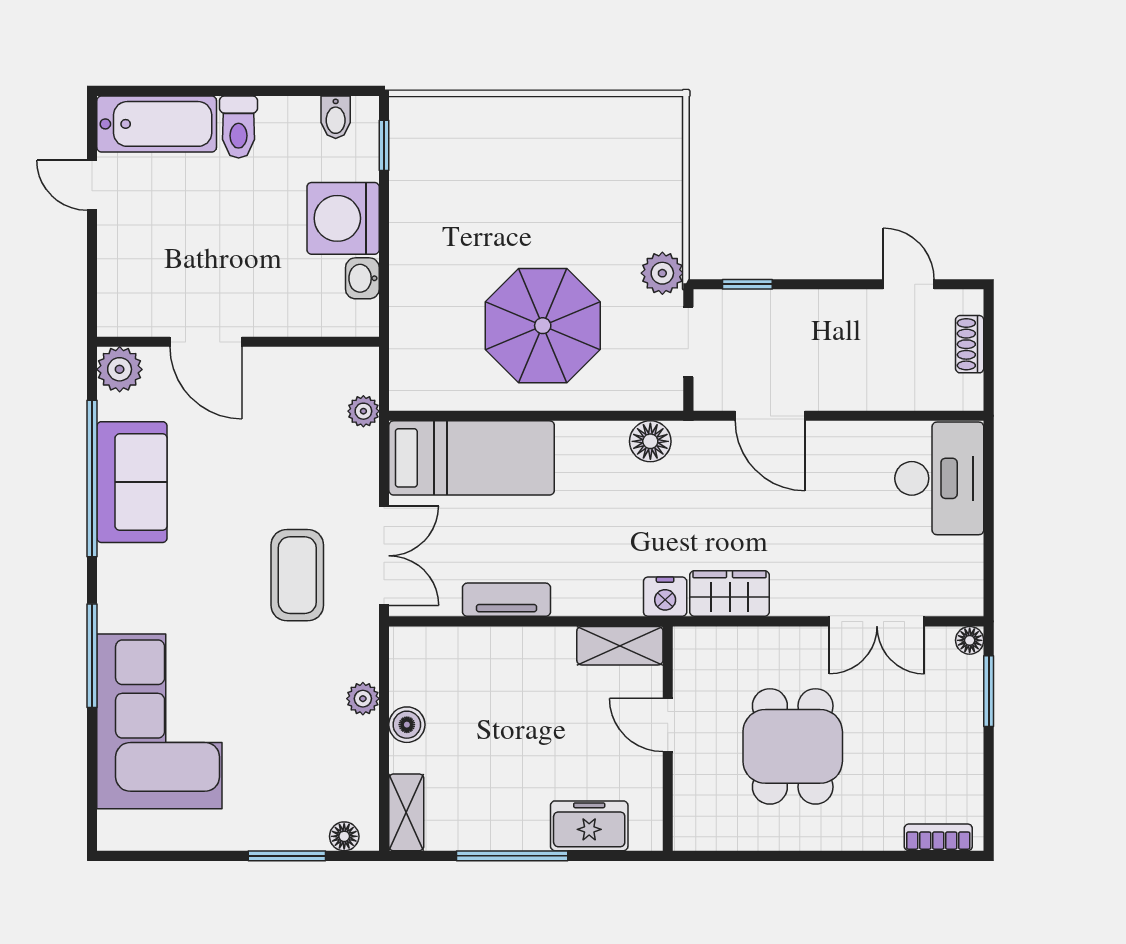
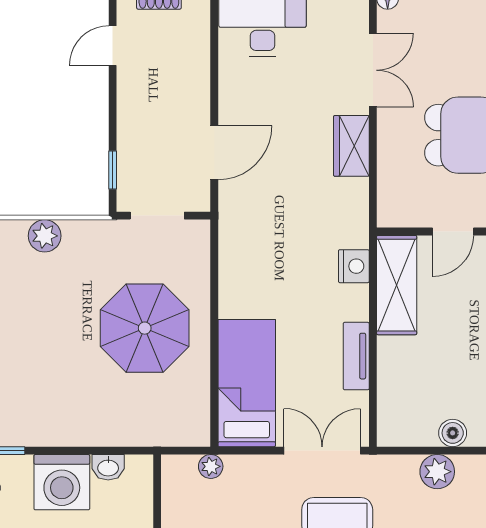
plant: (662, 273) -> (45, 236), moved
floor lamp: (650, 441) -> (234, 245), removed
wardrobe: (730, 594) -> (351, 146), moved
nightstand: (665, 597) -> (354, 266), moved
shelving: (620, 646) -> (397, 285), width x1.50, depth x1.33
plant: (363, 699) -> (437, 472), width x1.38, depth x1.38

